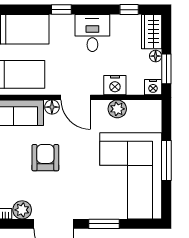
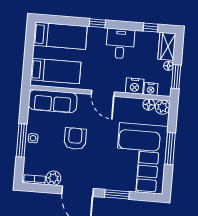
nightstand: (153, 87) -> (151, 89), moved
floor lamp: (52, 107) -> (149, 105), moved
plant: (117, 109) -> (162, 107), moved

